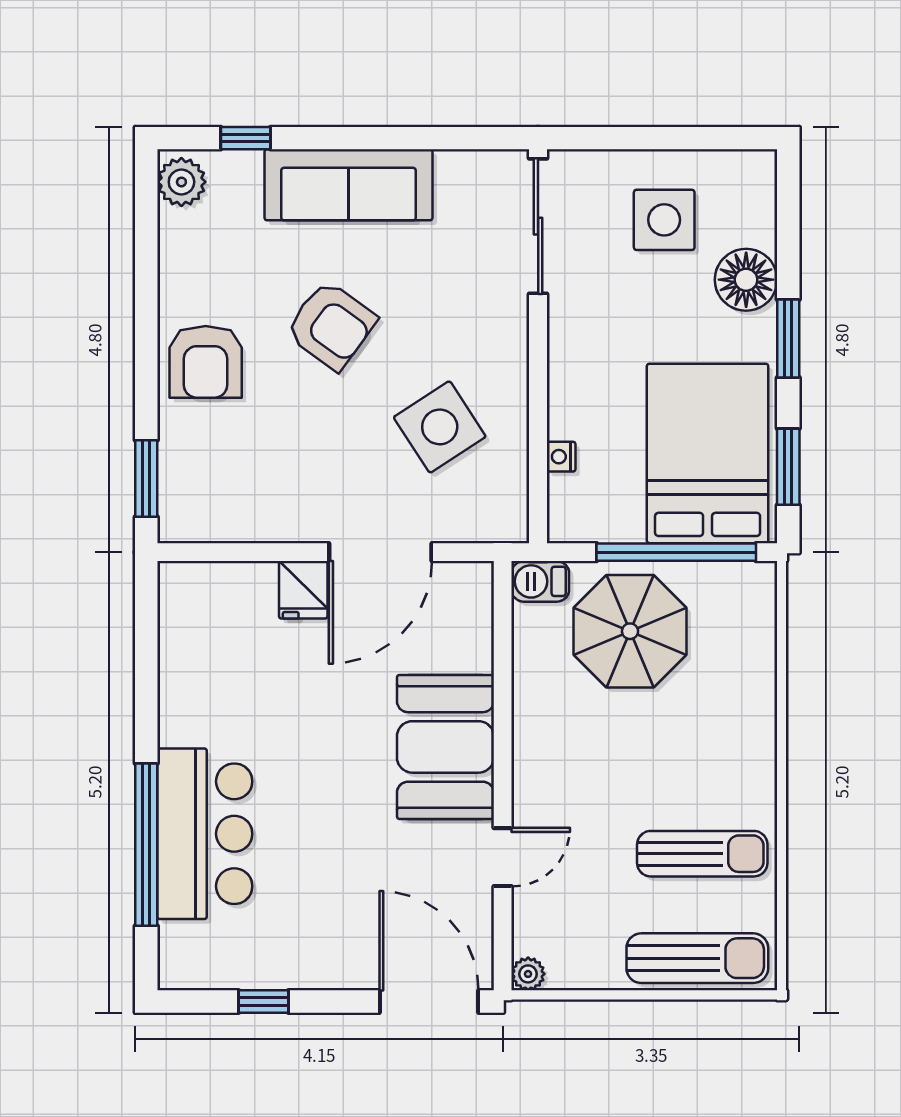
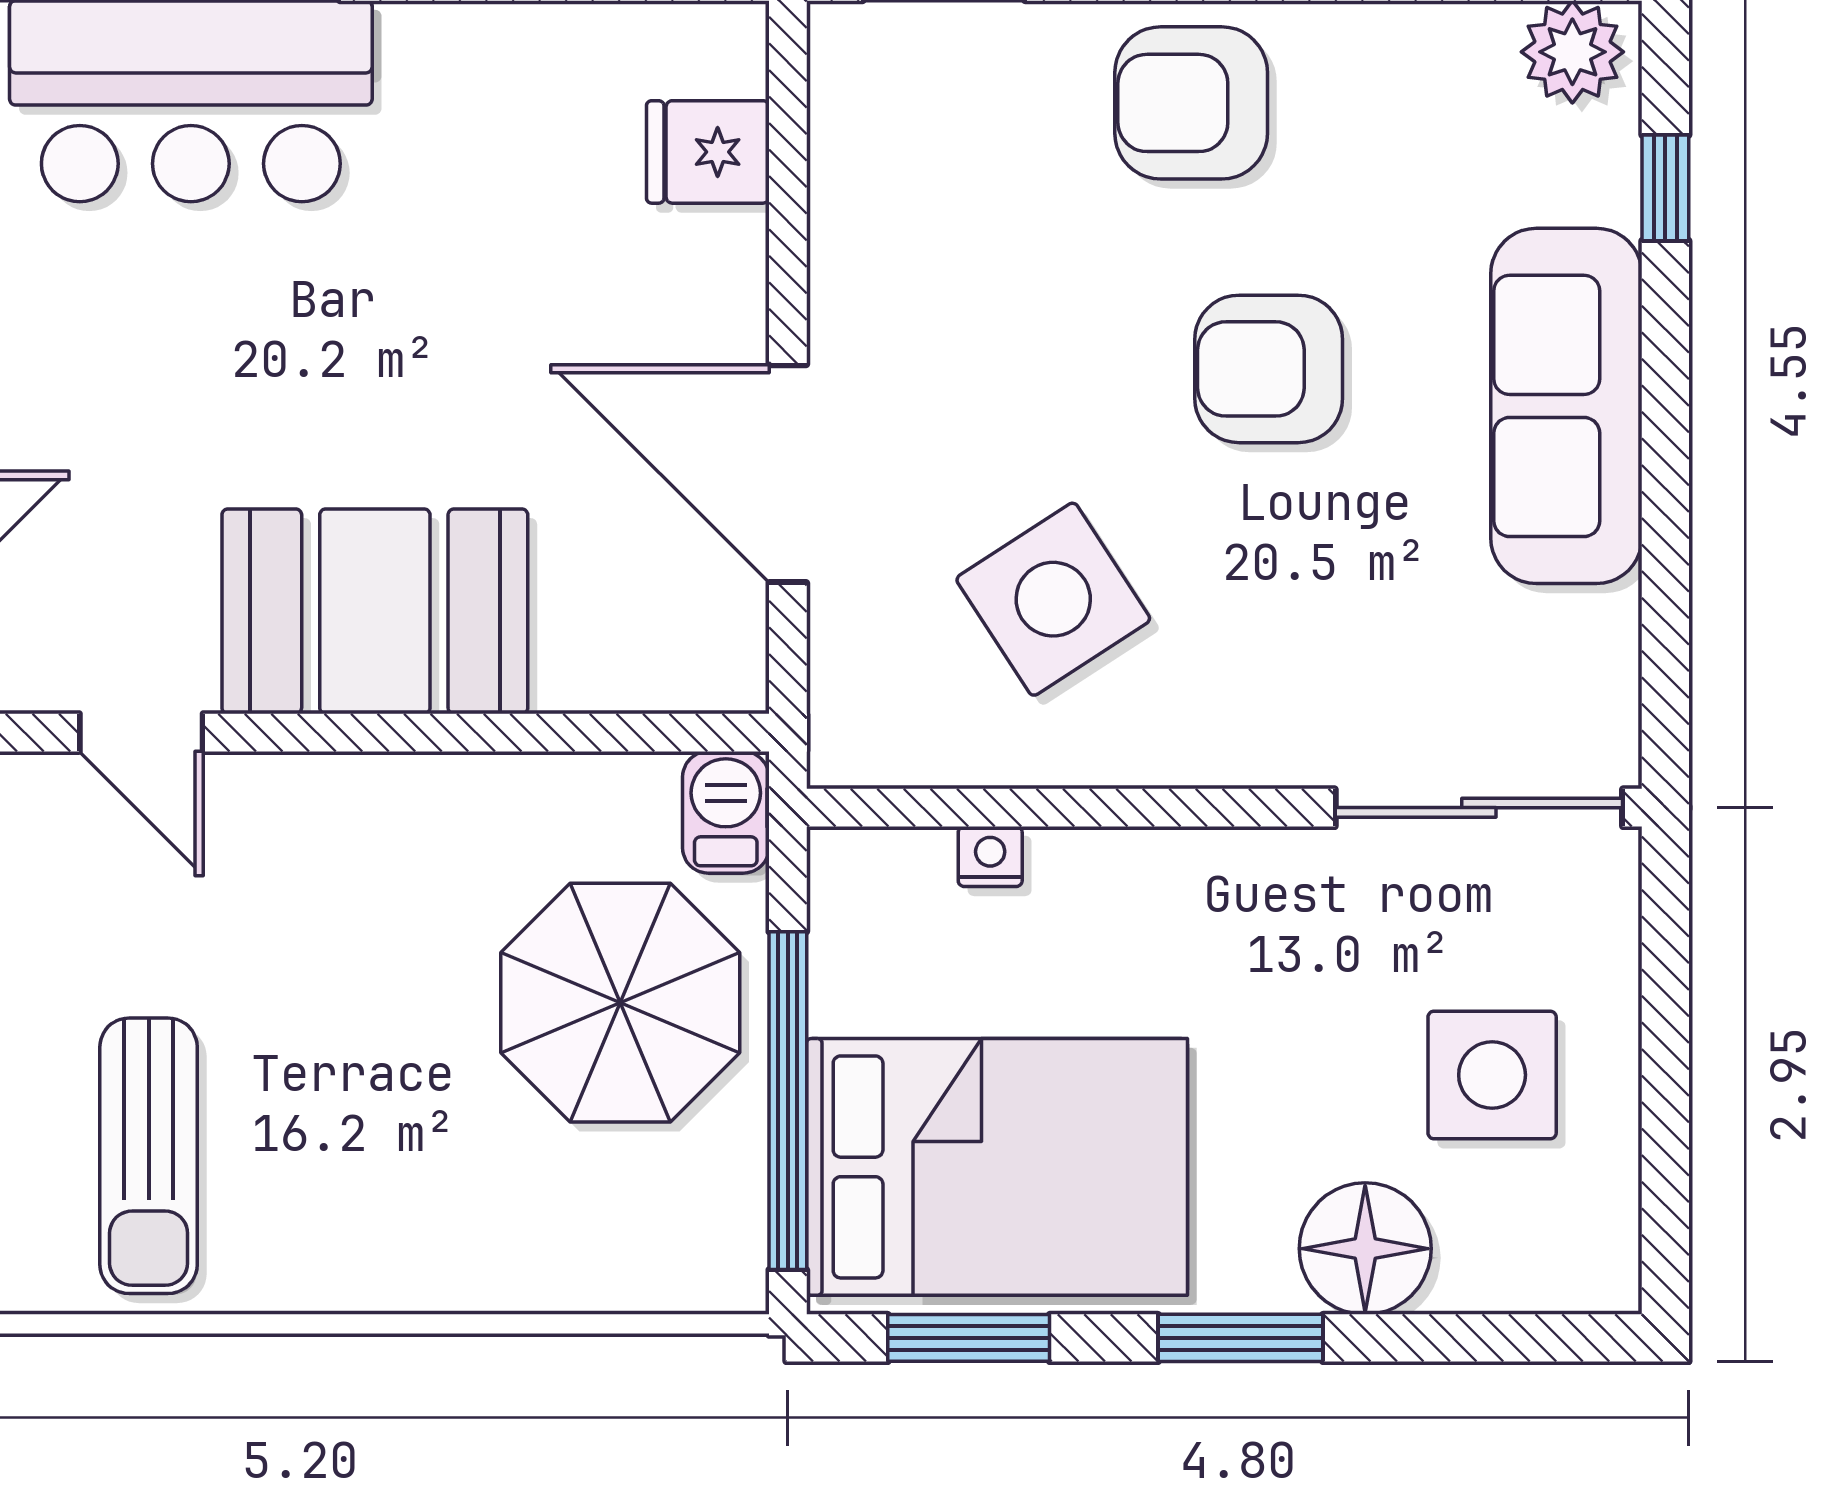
armchair: (331, 325) -> (1269, 369), turned 54
fridge: (303, 590) -> (708, 152), moved

